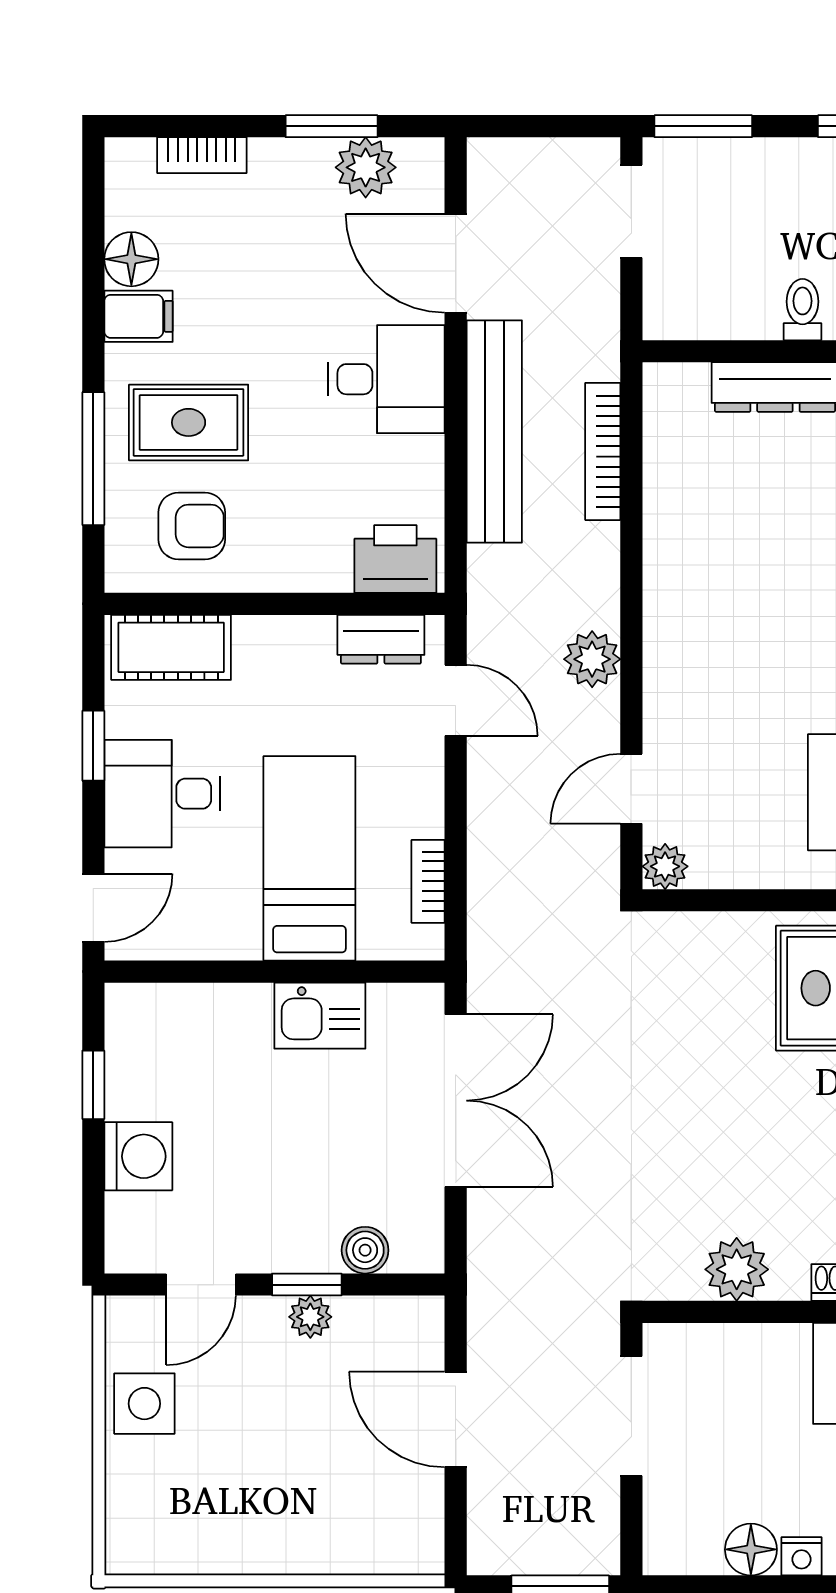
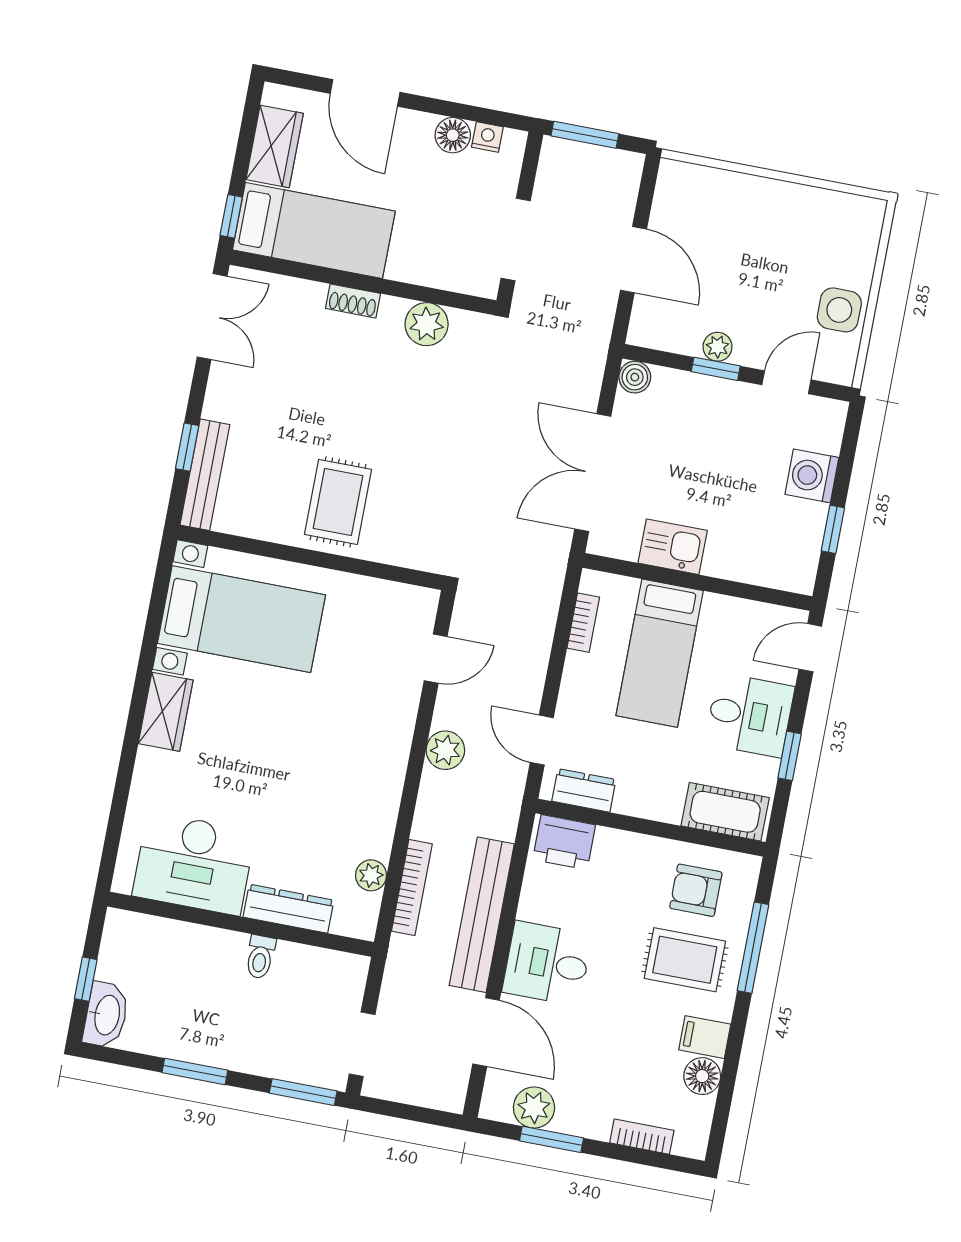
plant: (665, 866) -> (371, 875), moved
boiler: (365, 1250) -> (635, 377), moved
nightstand: (801, 1556) -> (487, 137), moved

